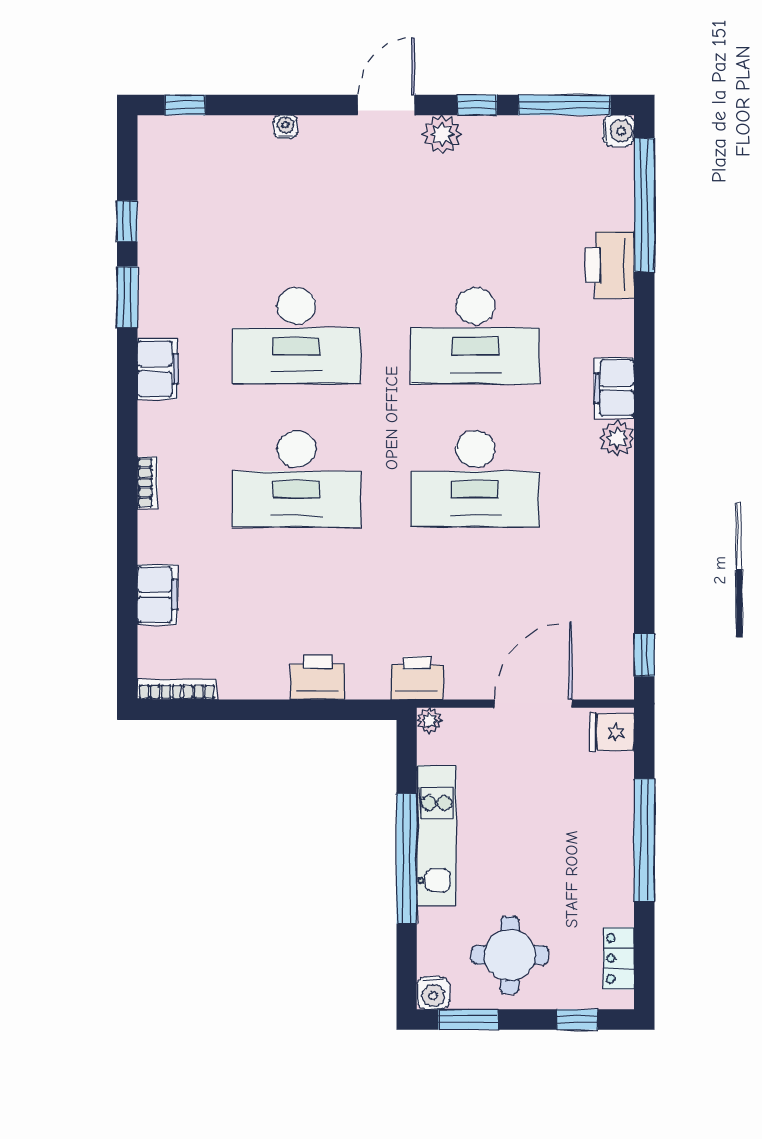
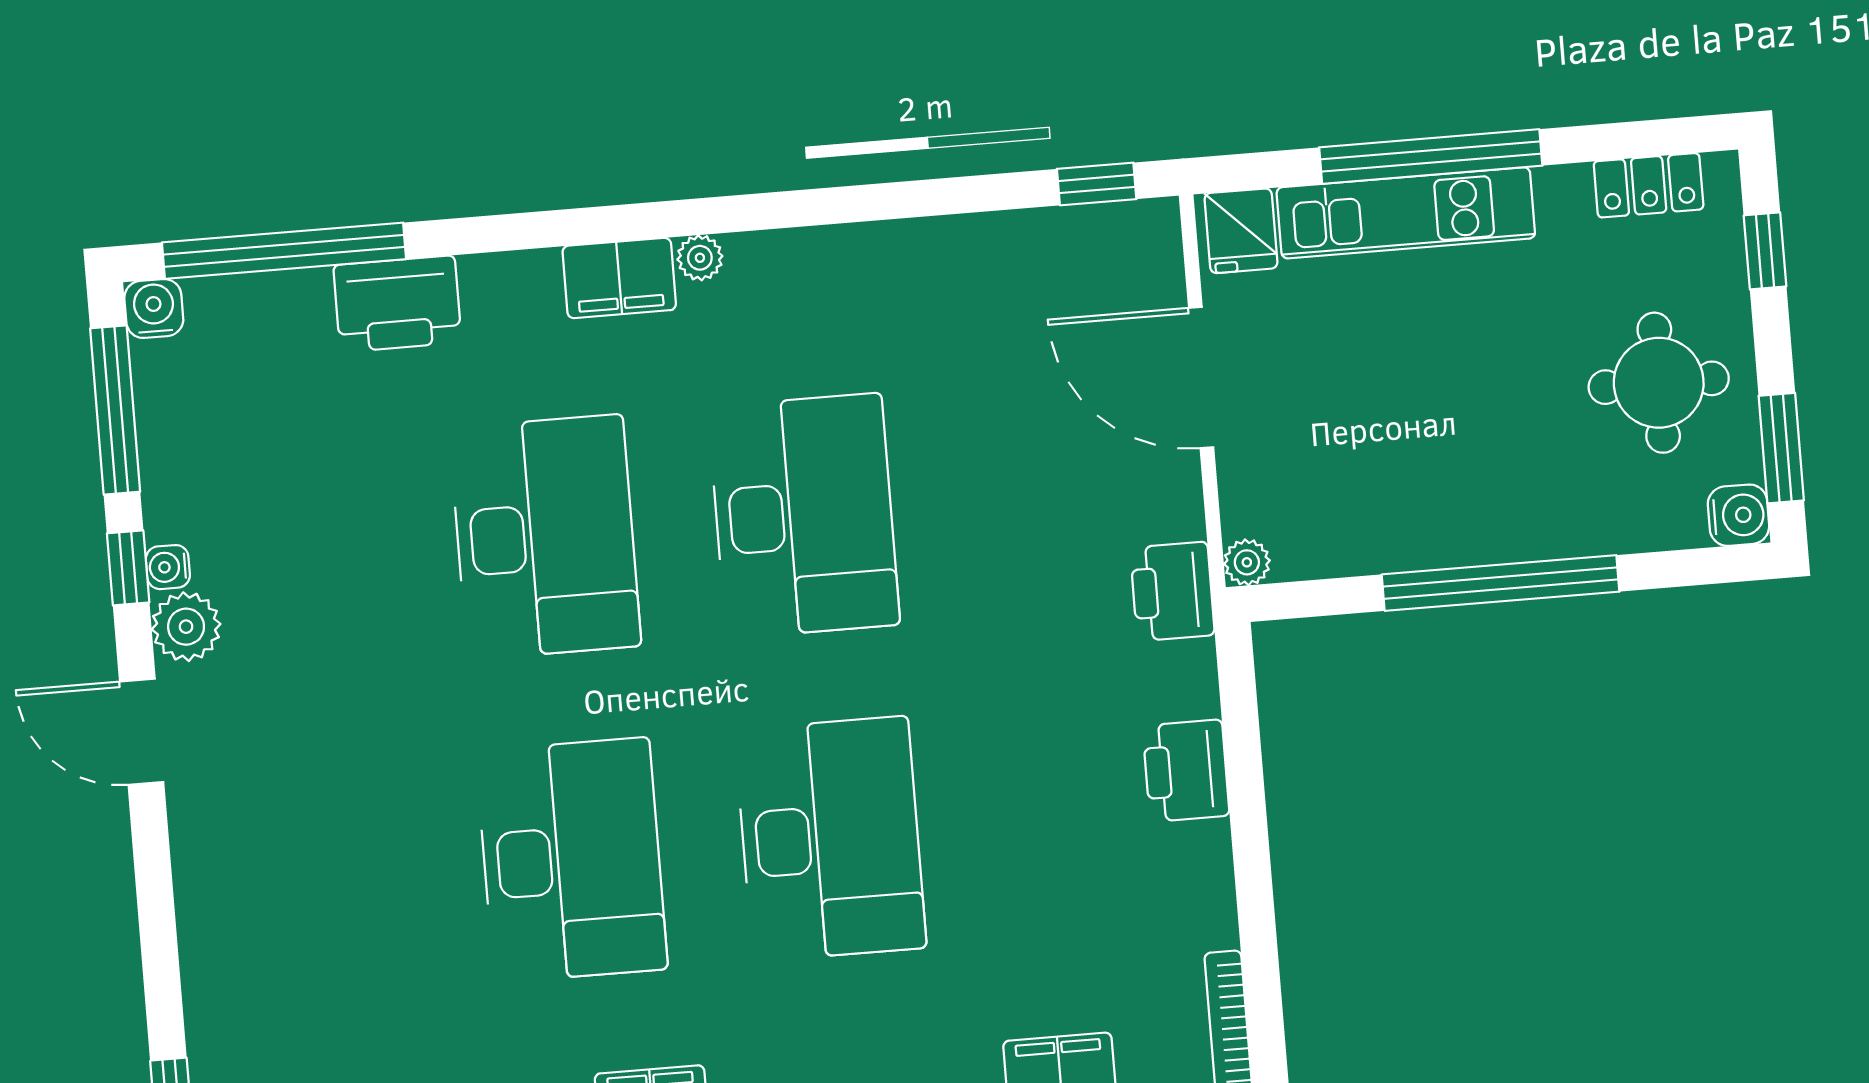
water cooler: (285, 127) -> (168, 567), moved
plant: (617, 438) -> (700, 258), width x0.73, depth x0.73
kitchen unit: (437, 835) -> (1406, 213), moved, turned 180

